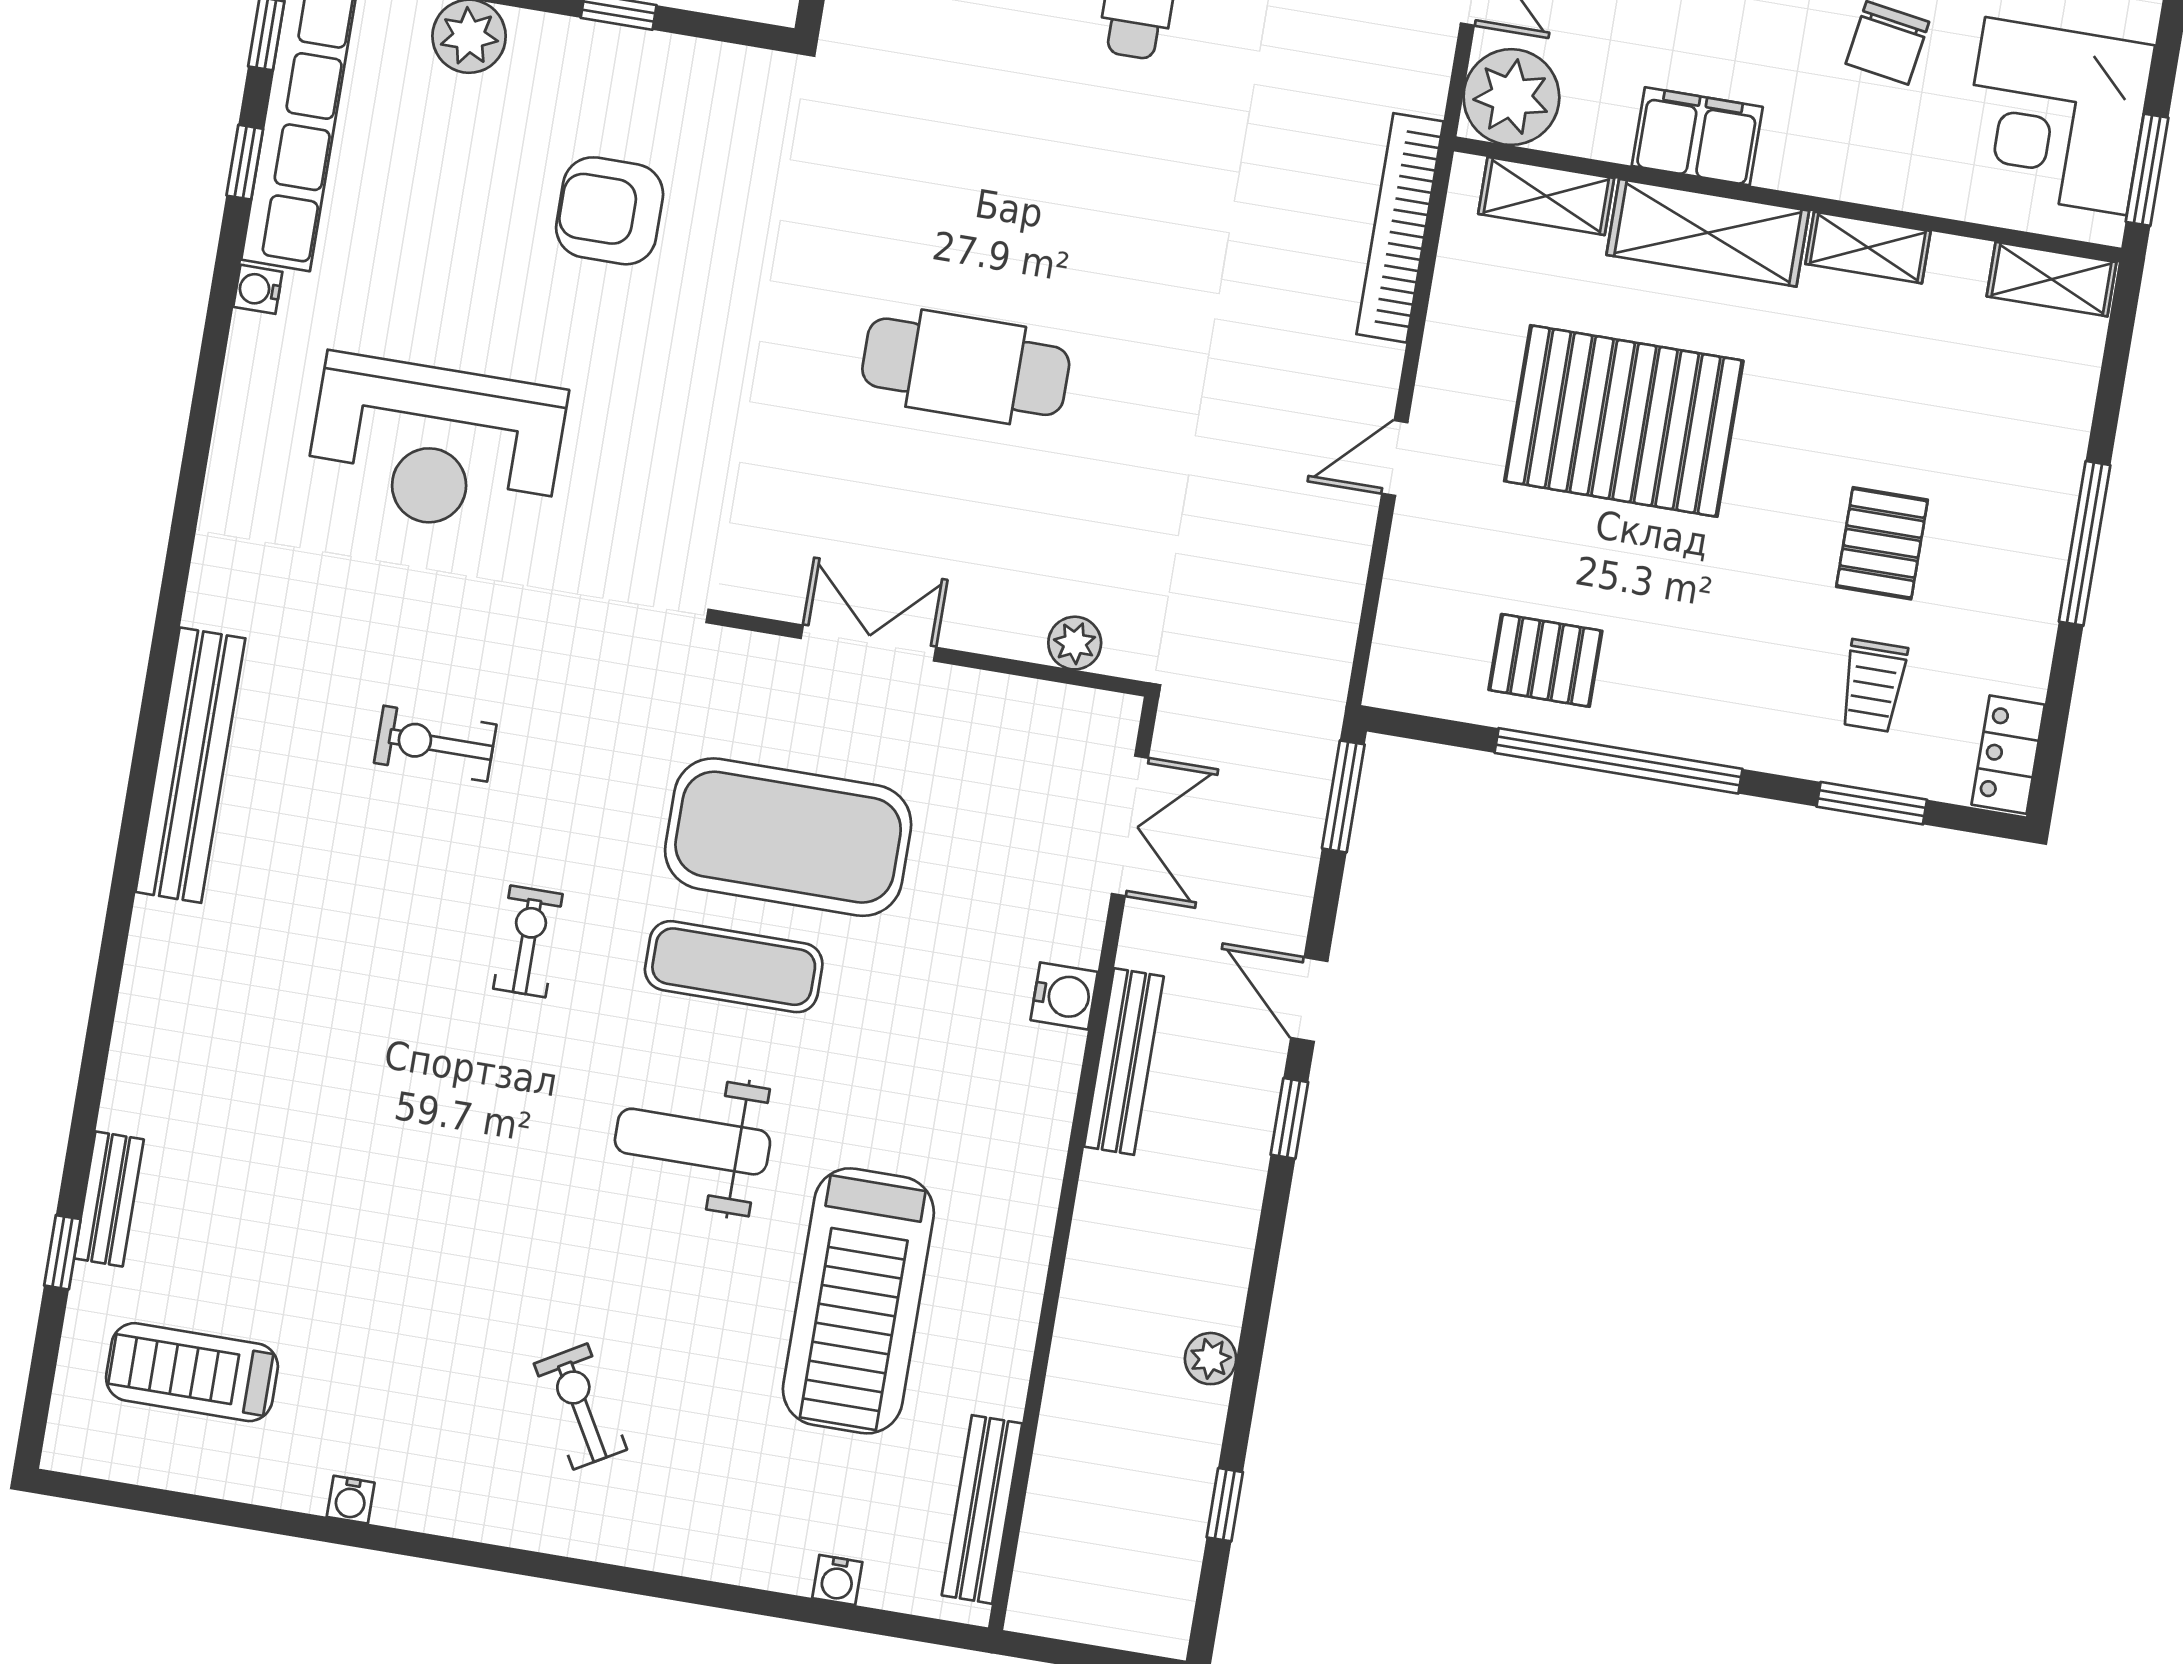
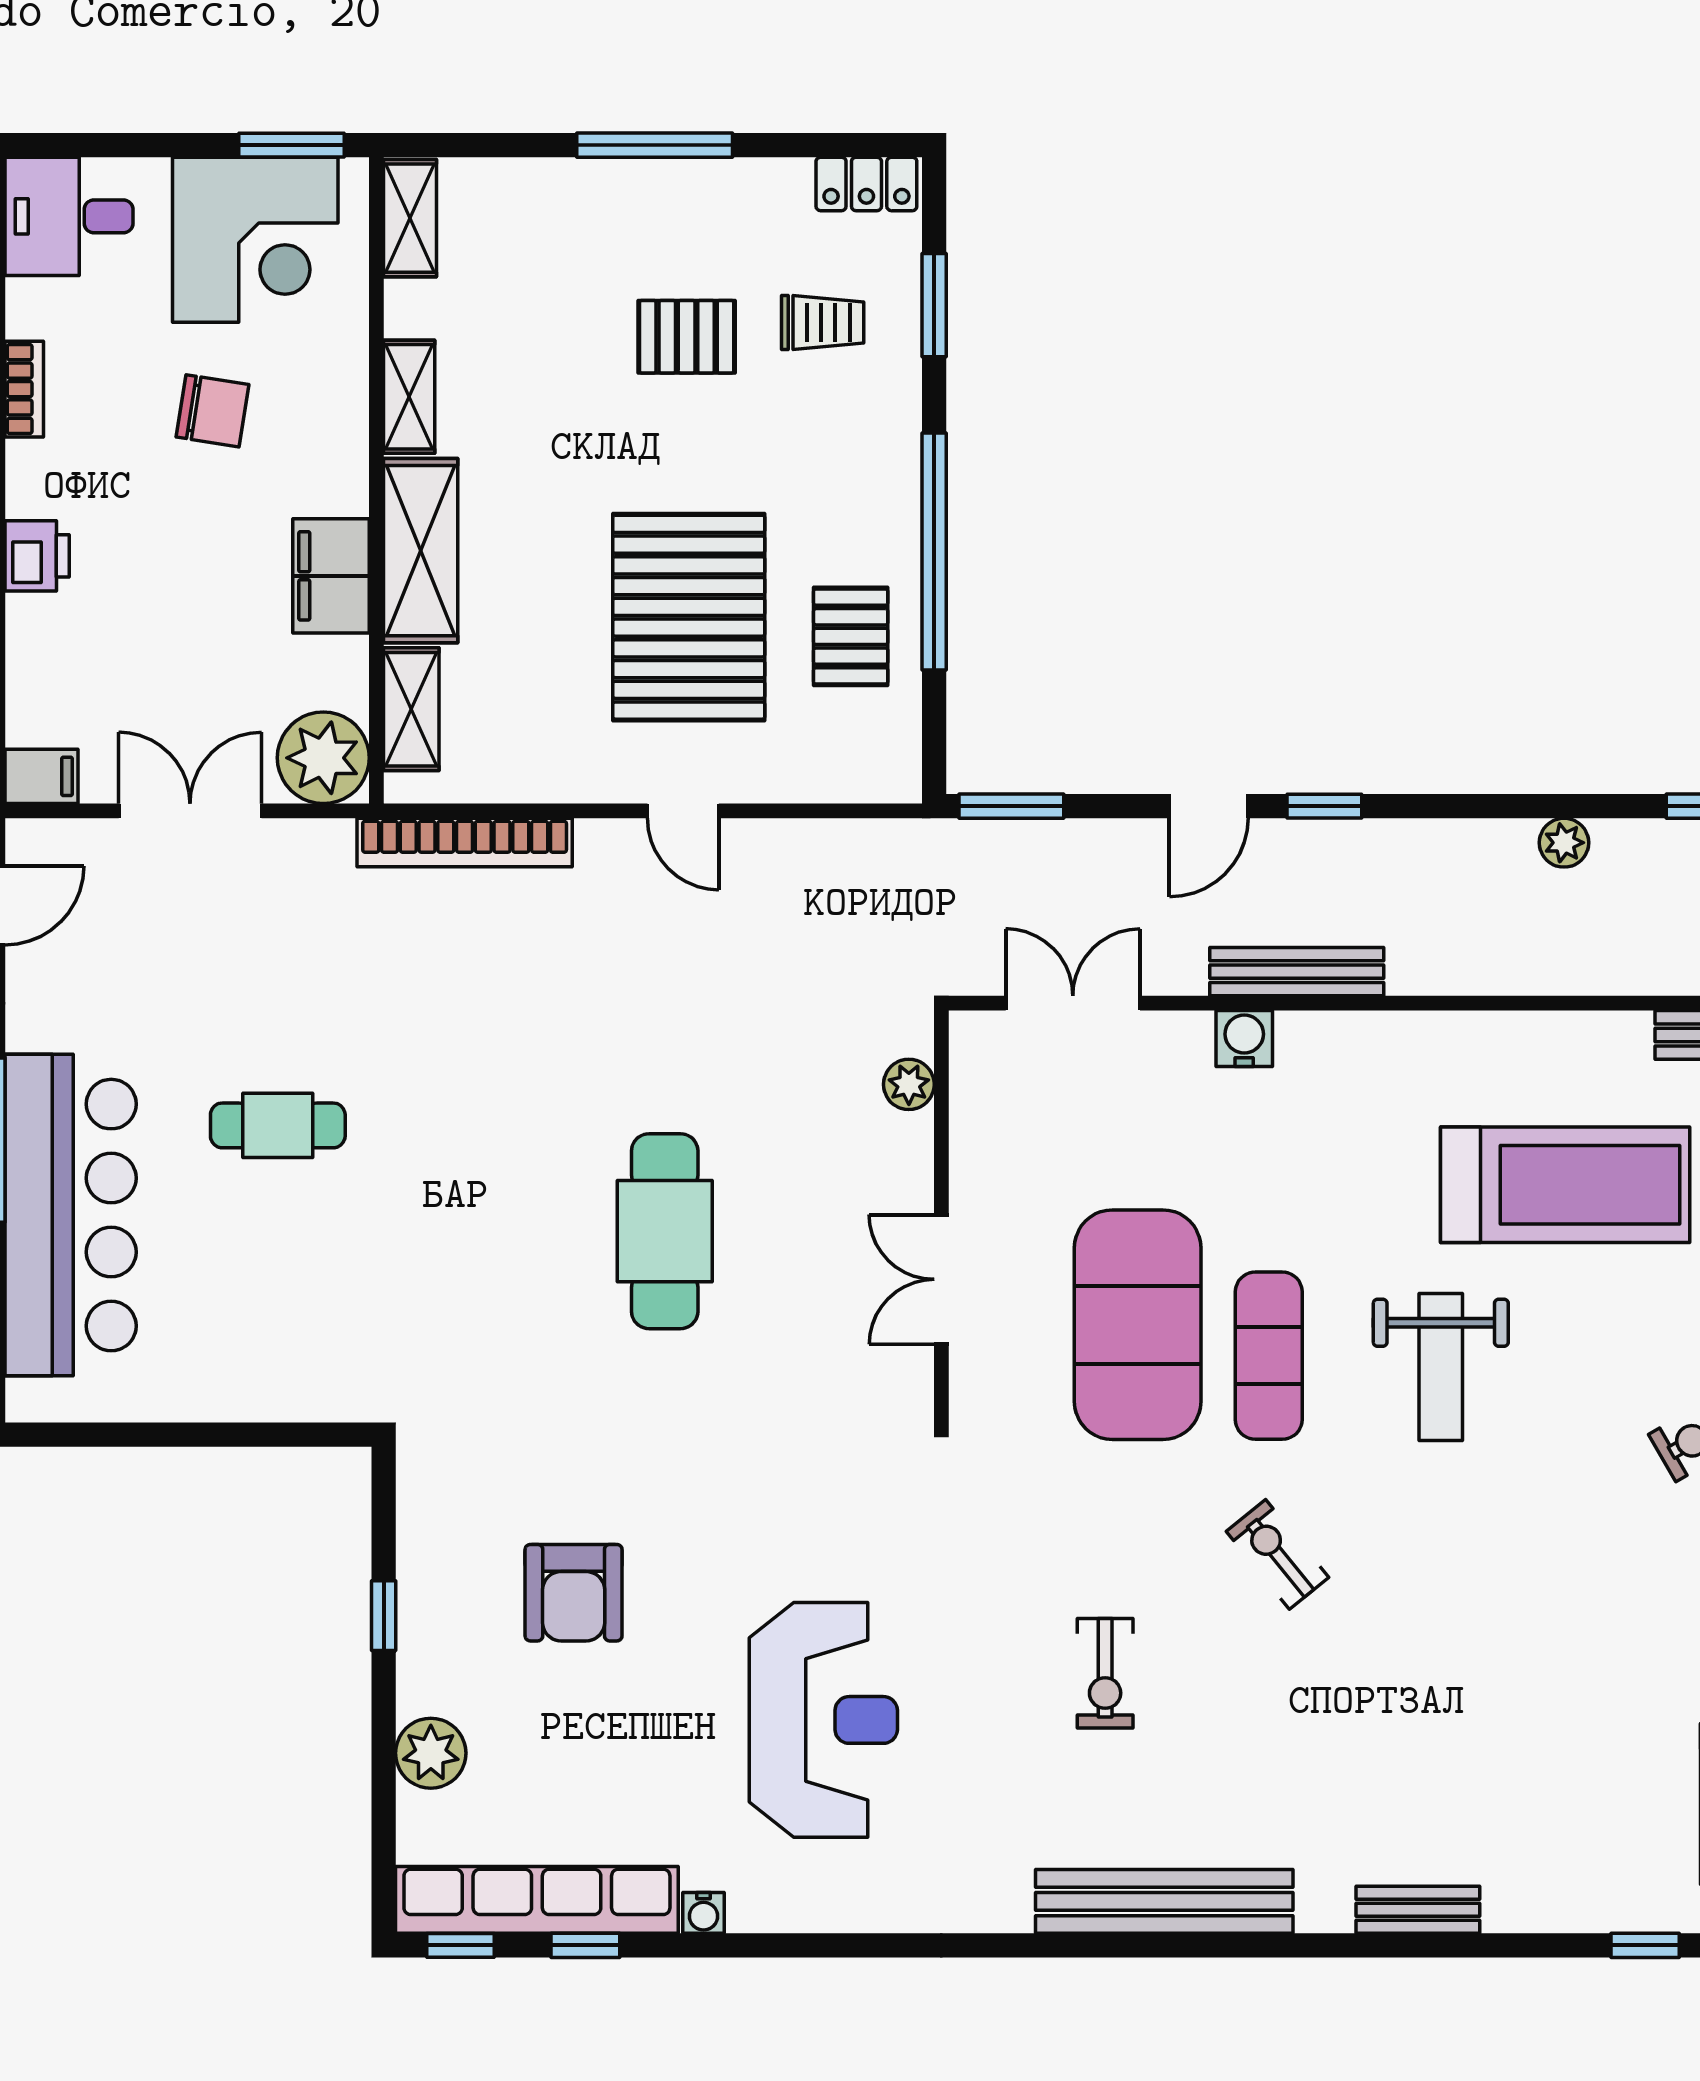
pallet: (1624, 421) -> (689, 617), moved
exercise bike: (528, 941) -> (1277, 1554), turned 51
bench: (109, 1199) -> (1418, 1910), moved

